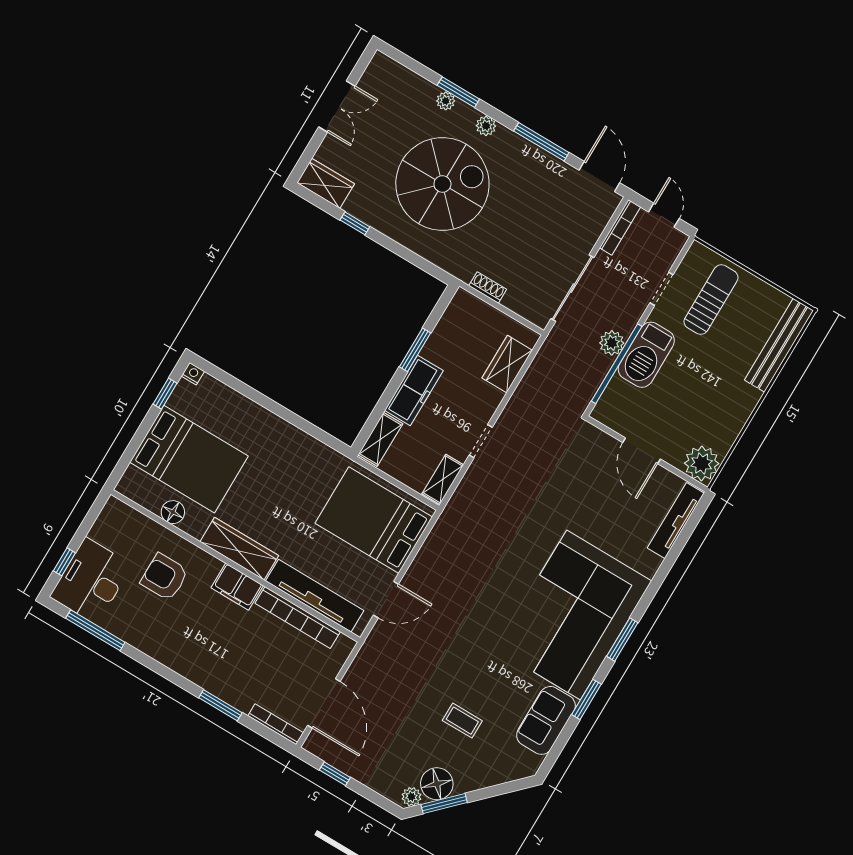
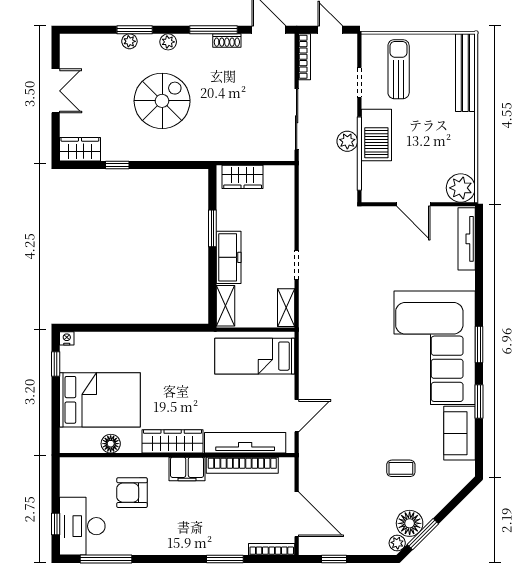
spiral stairs: (442, 184) -> (162, 101), width x0.73, depth x0.73
shoe rack: (488, 287) -> (227, 40), moved, turned 180
wardrobe: (507, 364) -> (243, 177), moved, turned -90
bed: (374, 520) -> (255, 356), width x0.67

